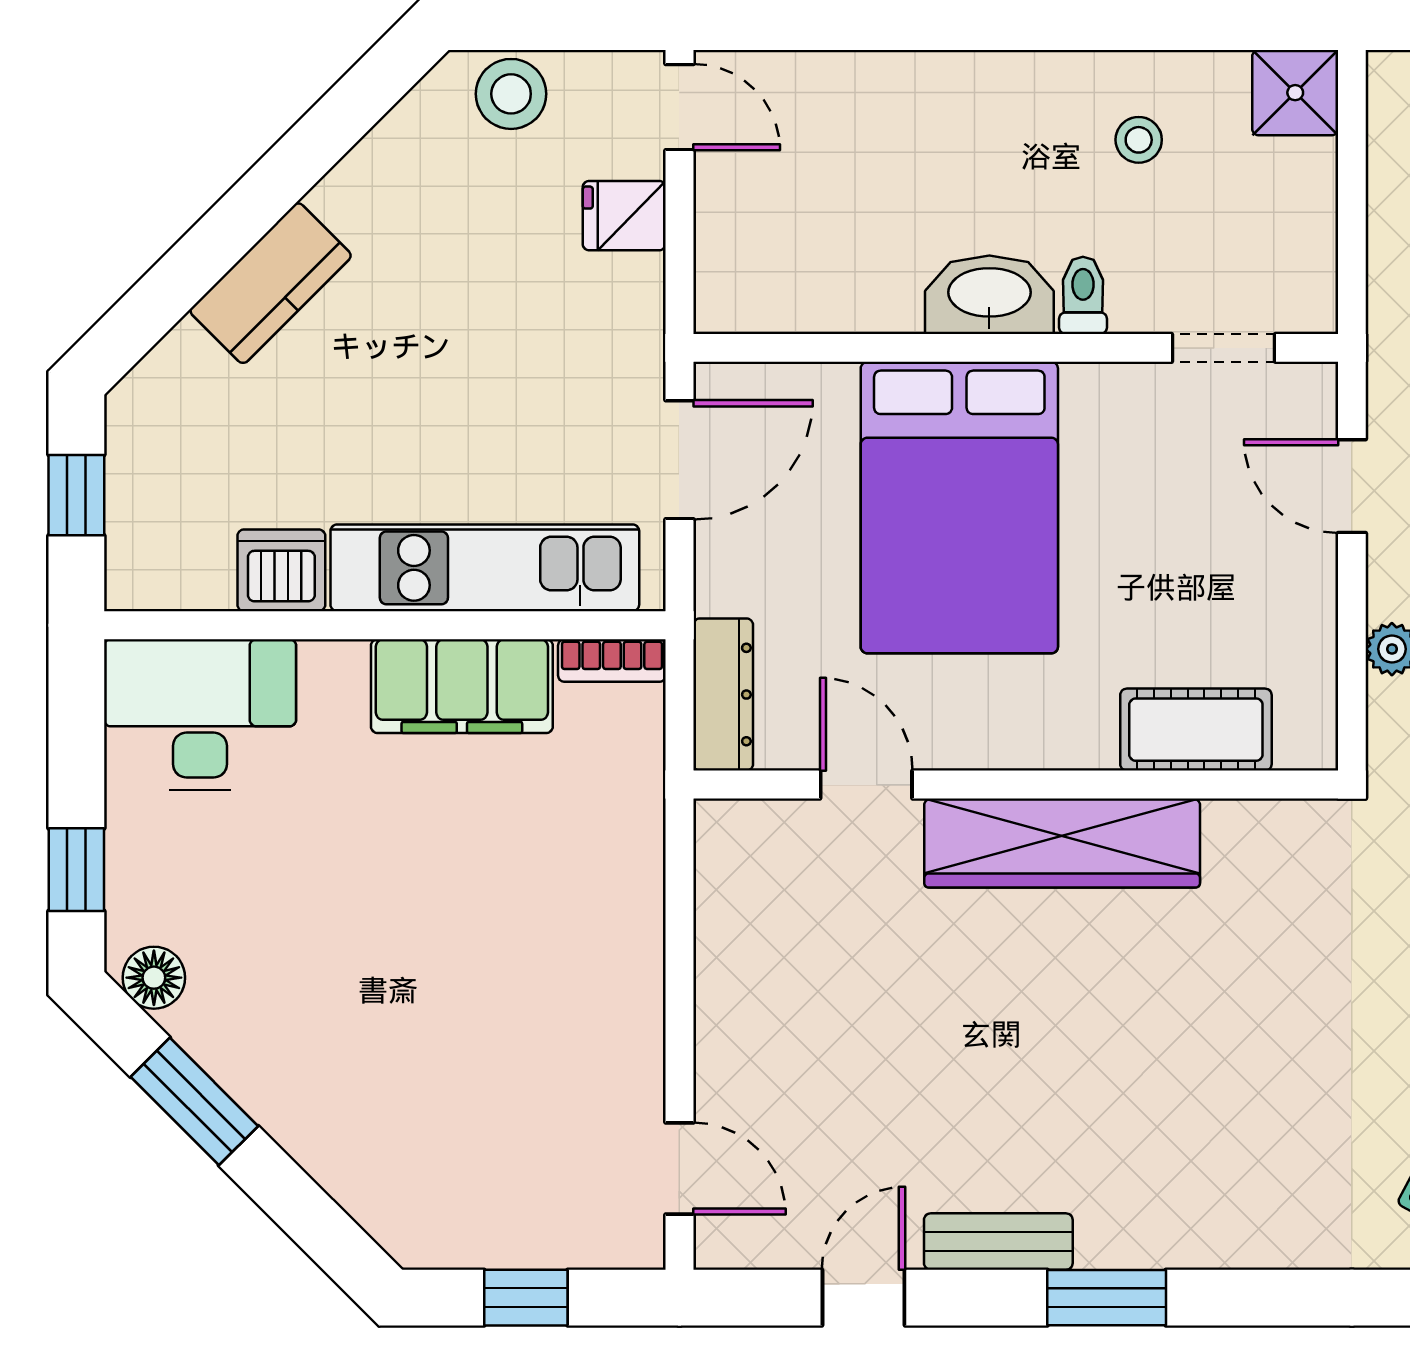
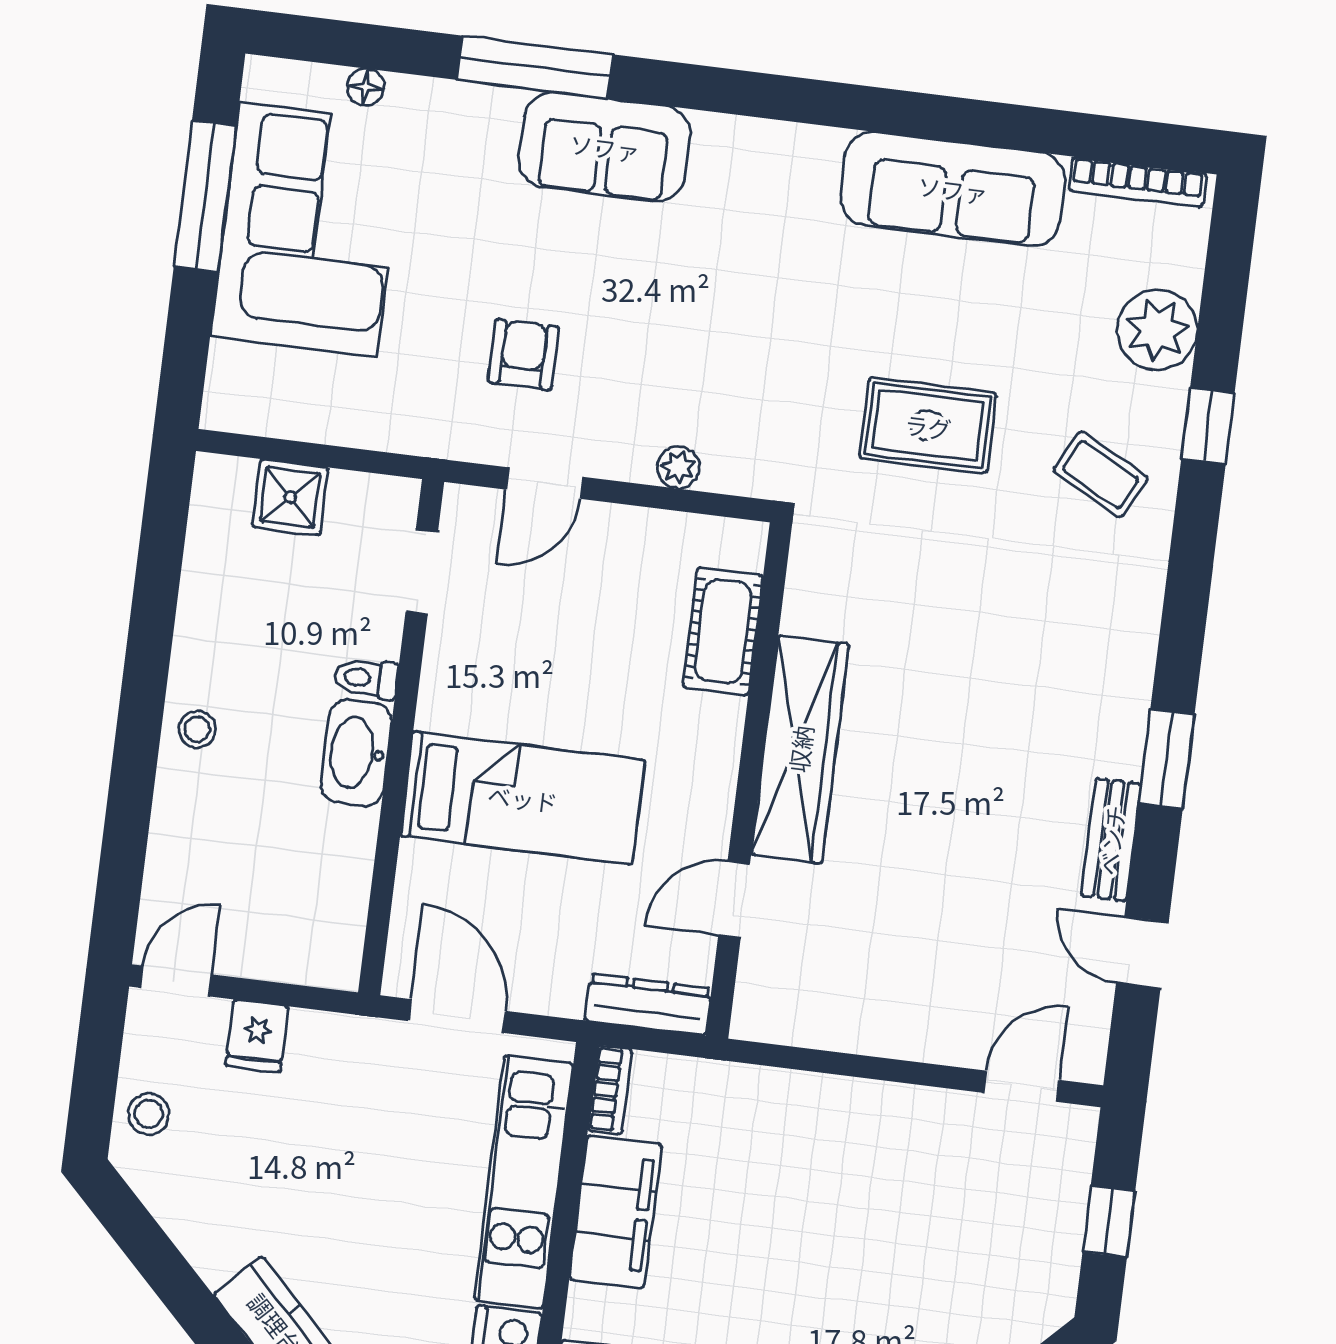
shower: (1295, 93) -> (290, 497), moved
stool: (511, 94) -> (149, 1114), width x0.73, depth x0.73
stool: (1139, 140) -> (197, 729), moved
bed: (959, 508) -> (523, 798), width x0.67

